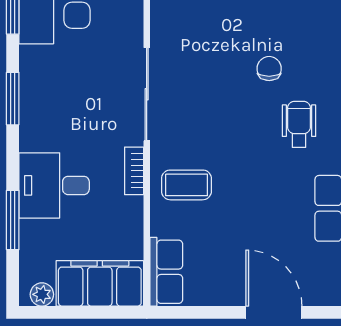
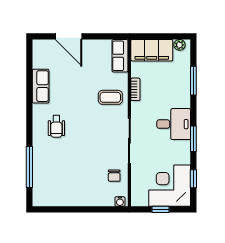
chair: (269, 69) -> (114, 176), moved
bookcase: (134, 171) -> (135, 89), moved
desk: (54, 185) -> (174, 124), moved

